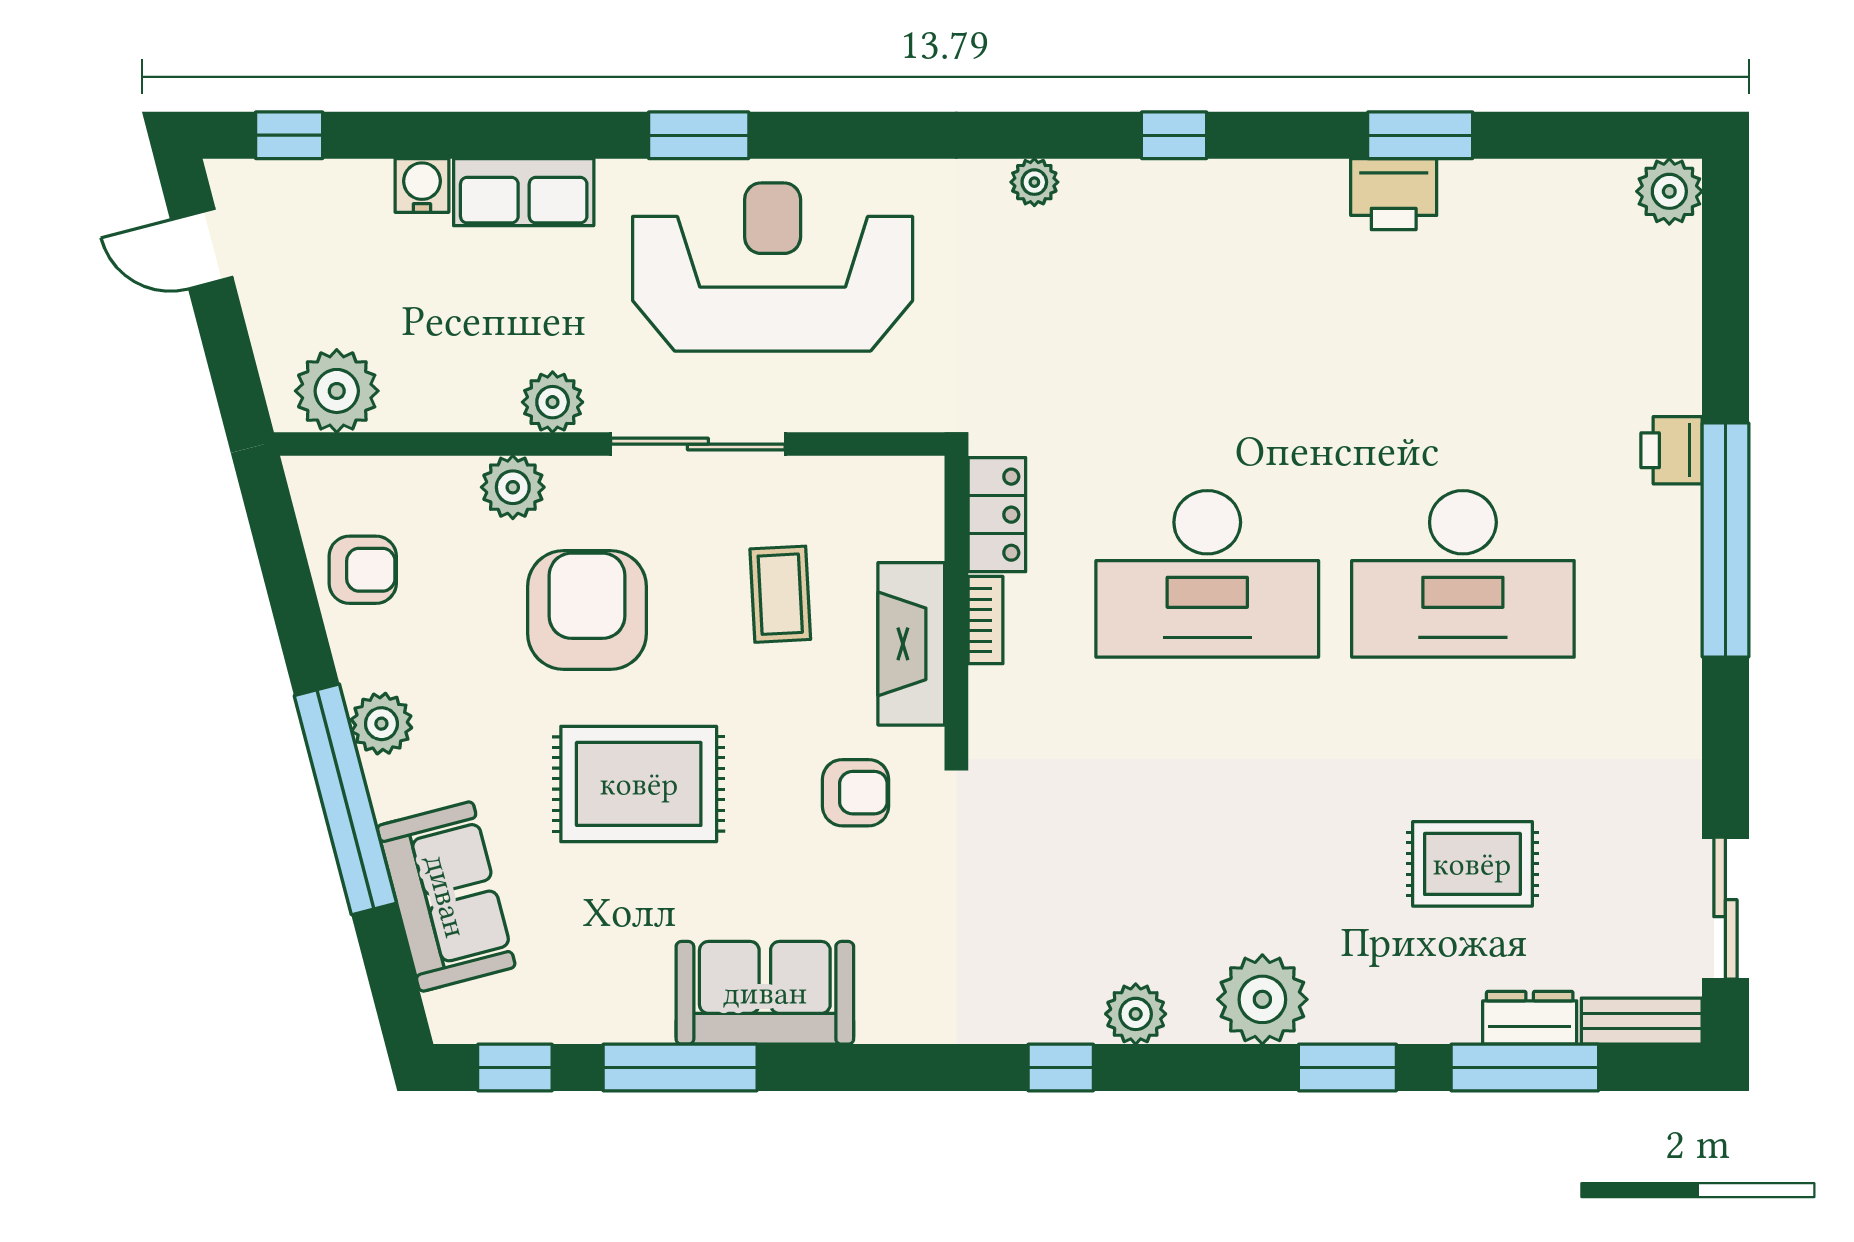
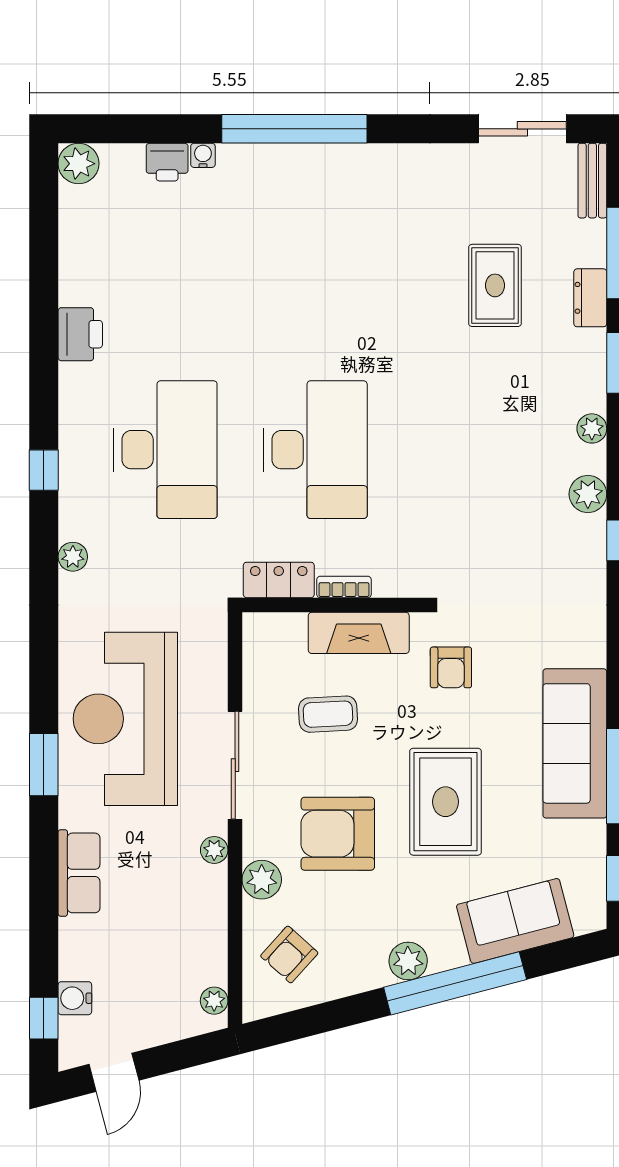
window: (1420, 135) -> (44, 318), removed
water cooler: (422, 185) -> (75, 998), moved
plant: (337, 391) -> (214, 1001), width x0.53, depth x0.53
water cooler: (1683, 392) -> (203, 155), added
plant: (553, 402) -> (214, 850), width x0.73, depth x0.73
printer: (1672, 450) -> (167, 162), moved
armchair: (363, 570) -> (289, 954), moved, turned -138
desk: (1463, 574) -> (165, 450), moved
armchair: (855, 793) -> (451, 667), turned 180
sofa: (765, 993) -> (575, 743), width x1.36
plant: (1262, 999) -> (592, 428), width x0.53, depth x0.53
dresser: (1530, 1018) -> (590, 298), moved

